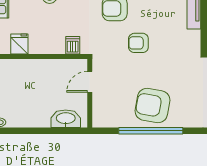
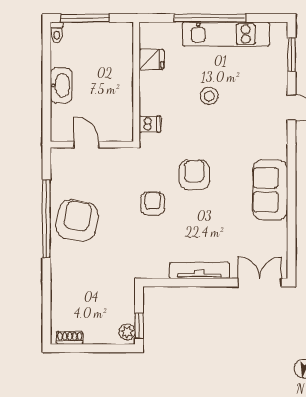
door: (90, 82) -> (86, 145), moved
washbasin: (66, 119) -> (61, 85), moved

